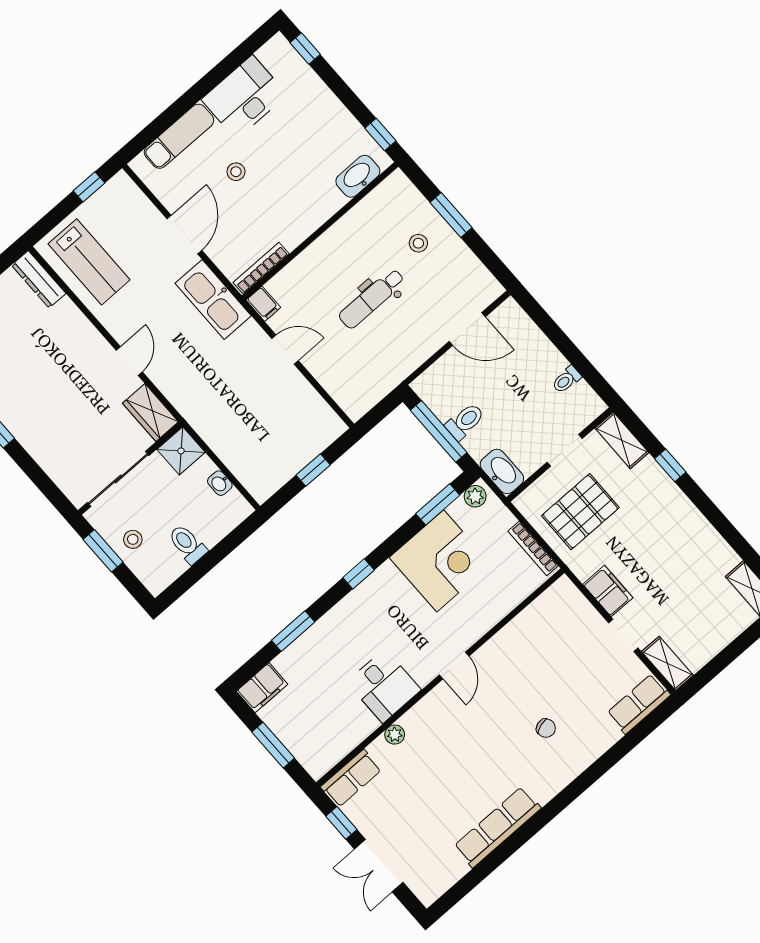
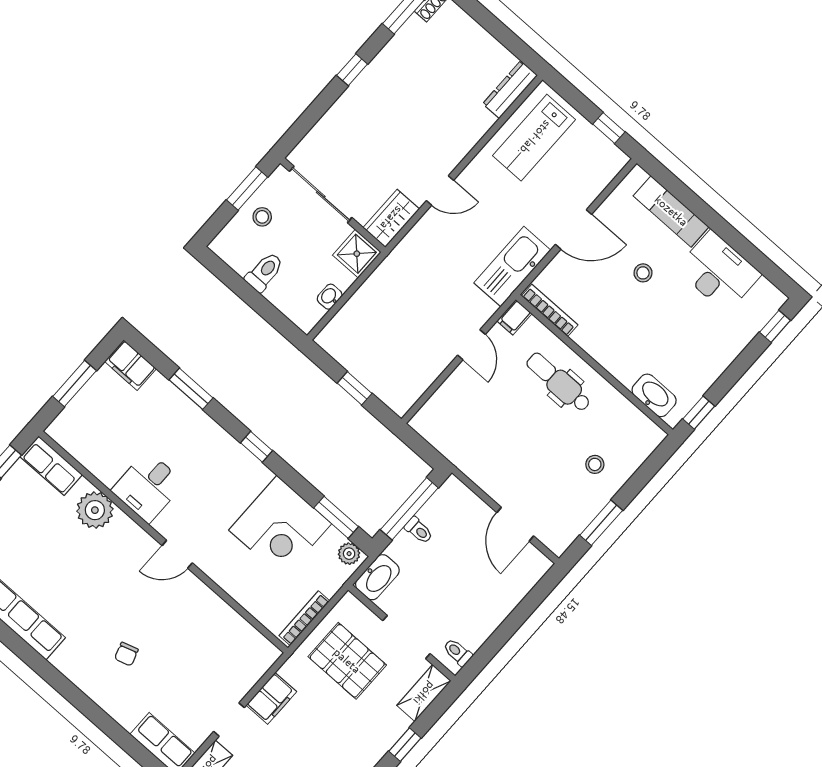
window: (451, 215) -> (601, 523), moved
dental chair: (372, 299) -> (559, 382), moved
toilet: (566, 380) -> (458, 652), moved
toilet: (465, 421) -> (419, 530), width x0.73, depth x0.72
doorway: (565, 450) -> (406, 637), width x1.38
plant: (395, 735) -> (95, 510), width x1.88, depth x1.88

